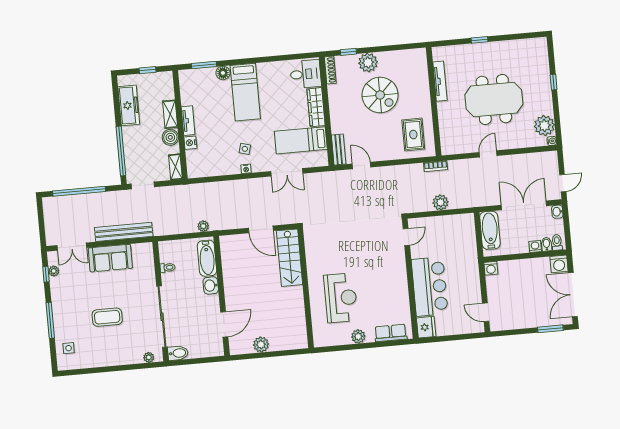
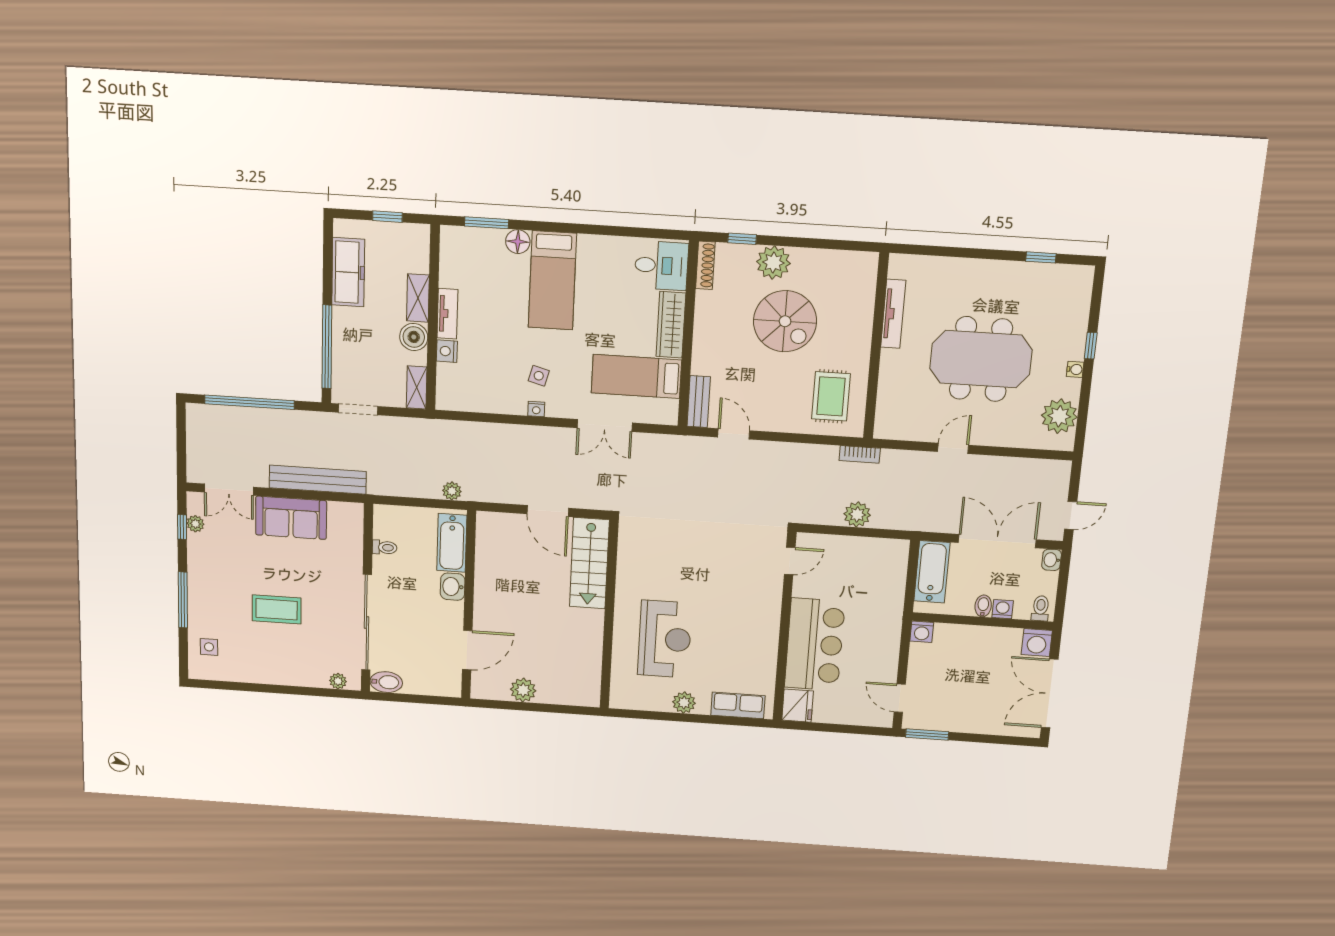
window: (479, 40) -> (1041, 257), moved
water cooler: (552, 141) -> (1075, 369), moved
bidet: (546, 244) -> (983, 606), moved
window: (550, 329) -> (927, 735), moved

